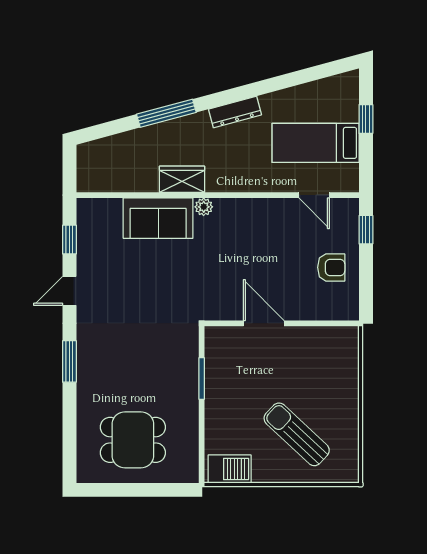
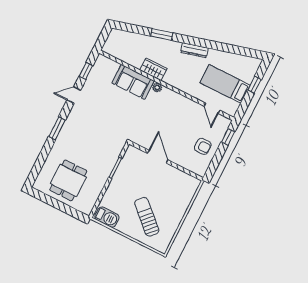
window: (166, 113) -> (162, 34), width x0.69
dining table: (133, 440) -> (68, 180), turned 90

